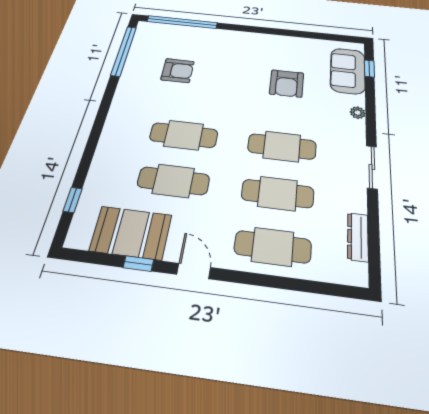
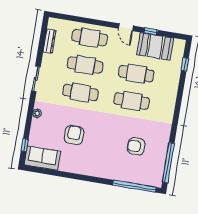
sofa: (348, 71) -> (42, 158), moved, turned -90

